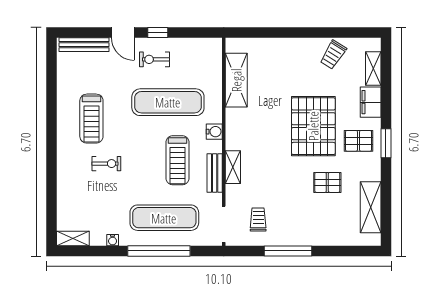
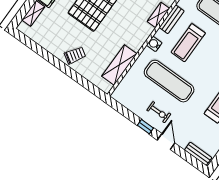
bench: (84, 45) -> (198, 154), width x0.73
trolley: (333, 55) -> (75, 55), moved
treadmill: (177, 160) -> (188, 43), turned 180

